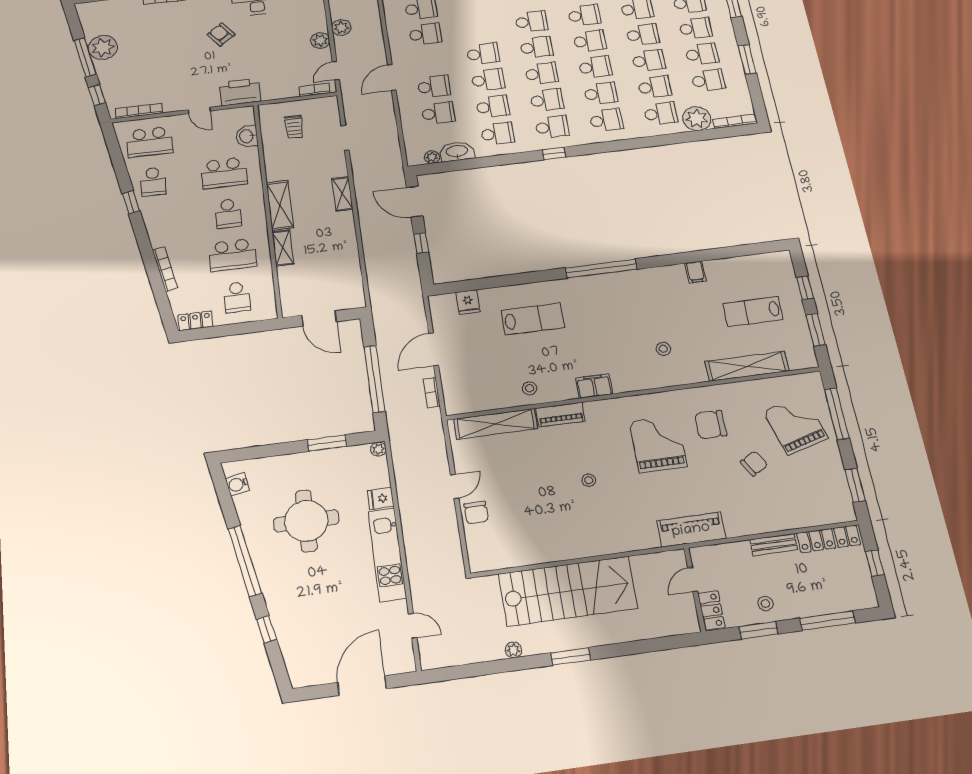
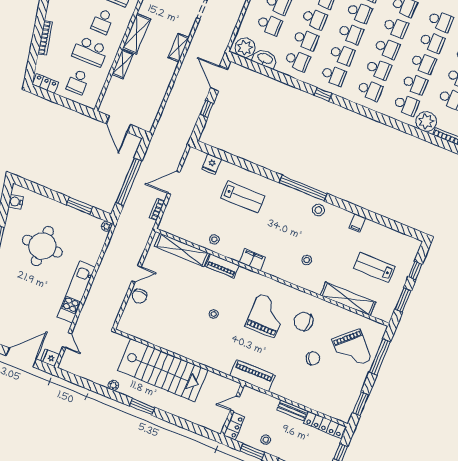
plant: (432, 157) -> (245, 48), width x1.88, depth x1.88
stool: (637, 283) -> (318, 210), added
grand piano: (795, 425) -> (352, 350), turned 153
fridge: (381, 499) -> (50, 358), moved

